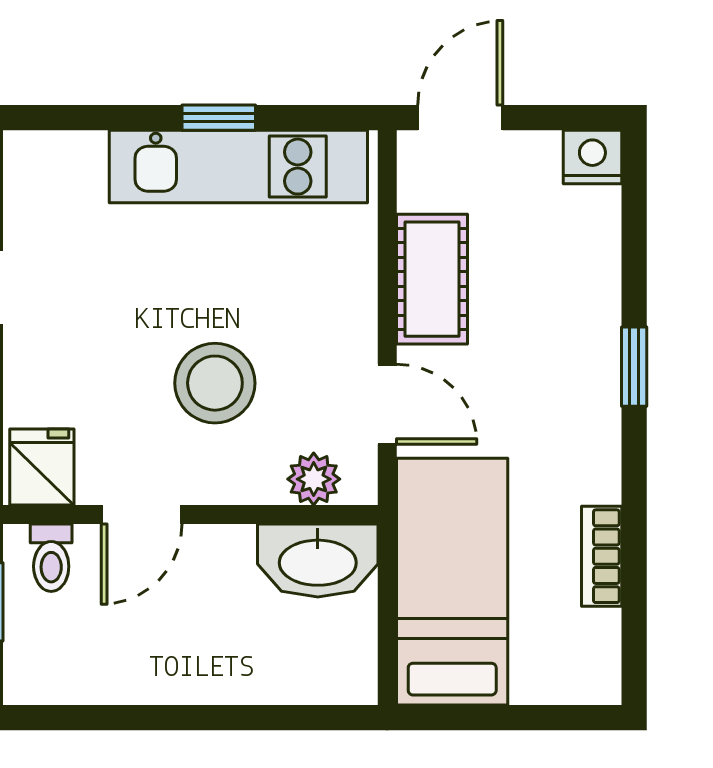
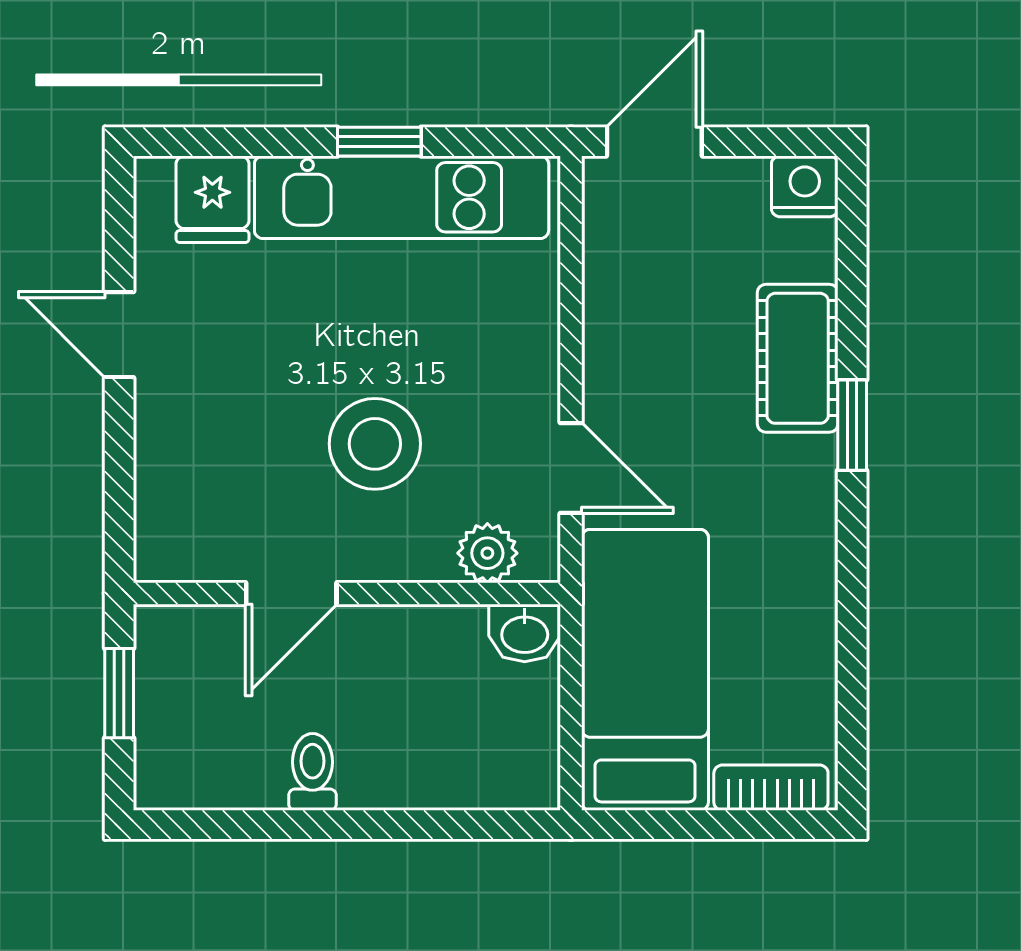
cot: (432, 279) -> (798, 358), moved
fridge: (42, 467) -> (212, 199), moved, turned 180
bookcase: (602, 556) -> (771, 788), moved, turned 90
toilet: (51, 558) -> (312, 772), moved, turned 180
washbasin: (318, 561) -> (525, 633), width x0.52, depth x0.69

